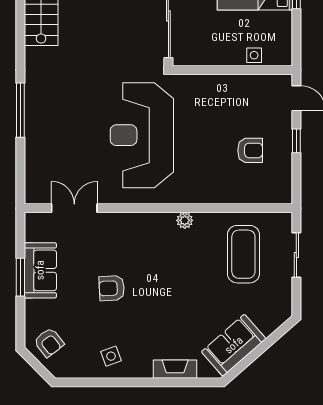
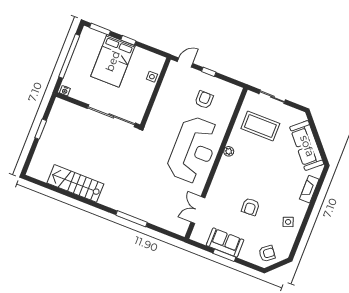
reception desk: (142, 135) -> (193, 150), moved, turned -90
sofa: (234, 345) -> (307, 146), width x1.36

